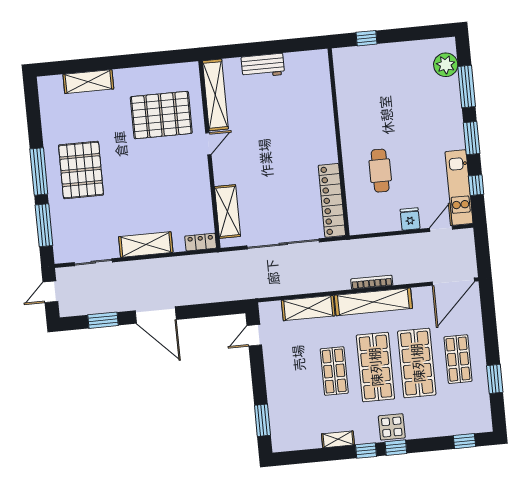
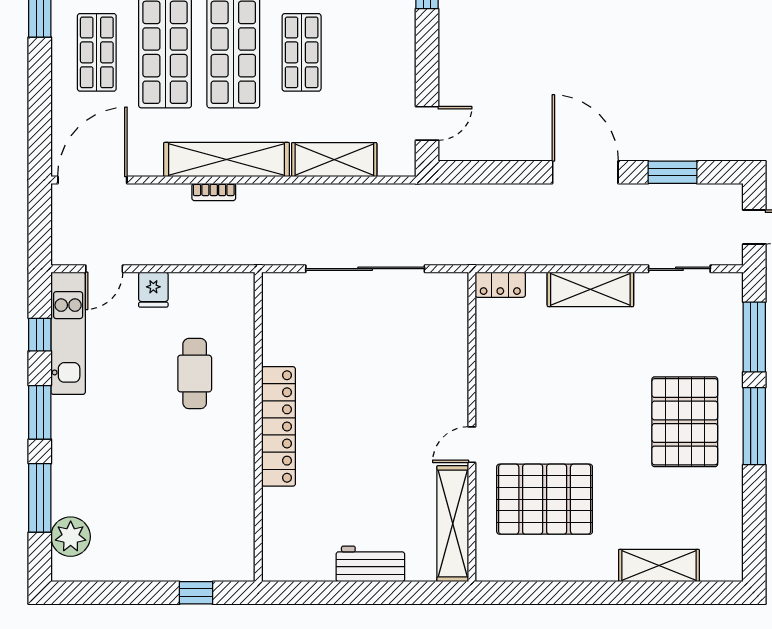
locker: (332, 200) -> (279, 426), moved
shelving: (227, 211) -> (451, 331), removed
bookcase: (372, 282) -> (214, 192), width x0.64

